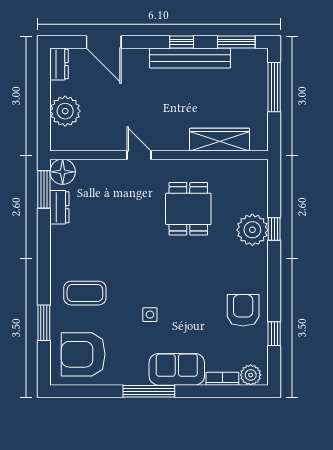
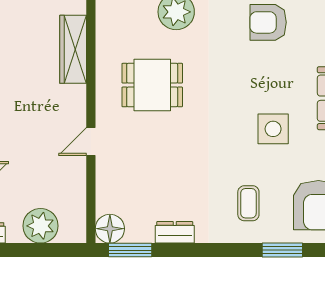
dresser: (59, 207) -> (175, 232), moved
coffee table: (85, 293) -> (248, 203), width x0.73, depth x0.77
side table: (150, 315) -> (273, 129), width x1.87, depth x1.87

